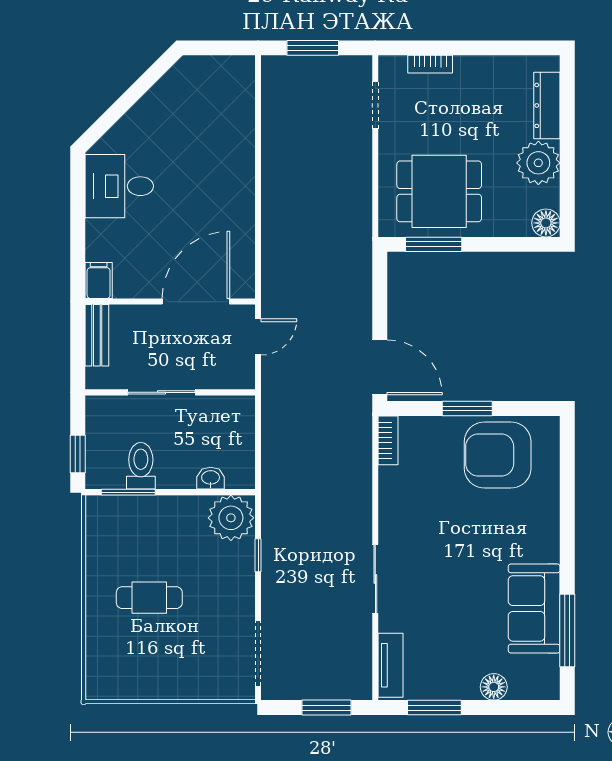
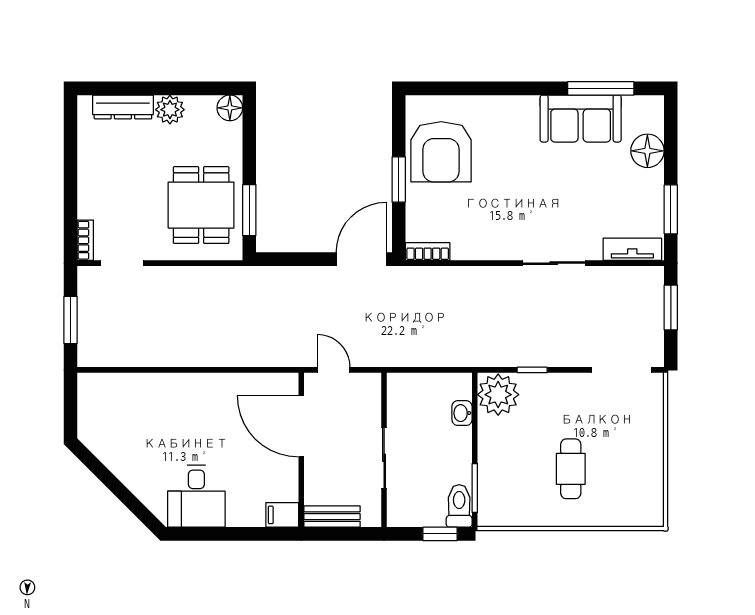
bookcase: (430, 64) -> (85, 240), moved
plant: (538, 163) -> (170, 110), width x0.73, depth x0.73
toilet: (141, 466) -> (459, 506), moved, turned 90
floor lamp: (494, 687) -> (647, 151), width x1.38, depth x1.38

